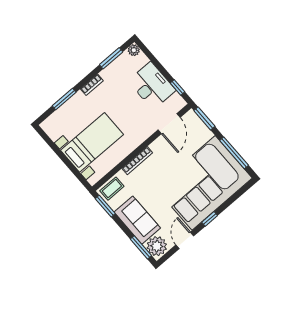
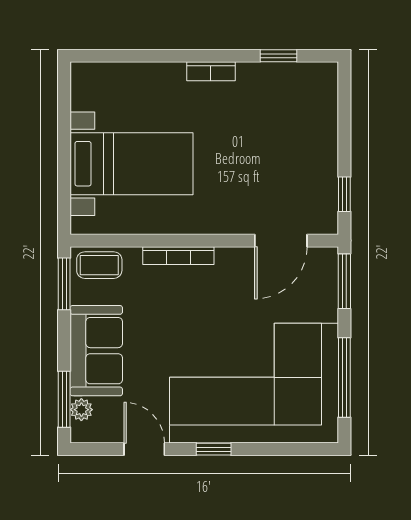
plant: (134, 50) -> (326, 74), removed
window: (111, 58) -> (279, 56), width x0.67
desk: (152, 86) -> (306, 156), removed
window: (64, 99) -> (147, 56), removed
door: (185, 240) -> (144, 449), hinge flipped
plant: (157, 246) -> (81, 410), width x0.53, depth x0.53

